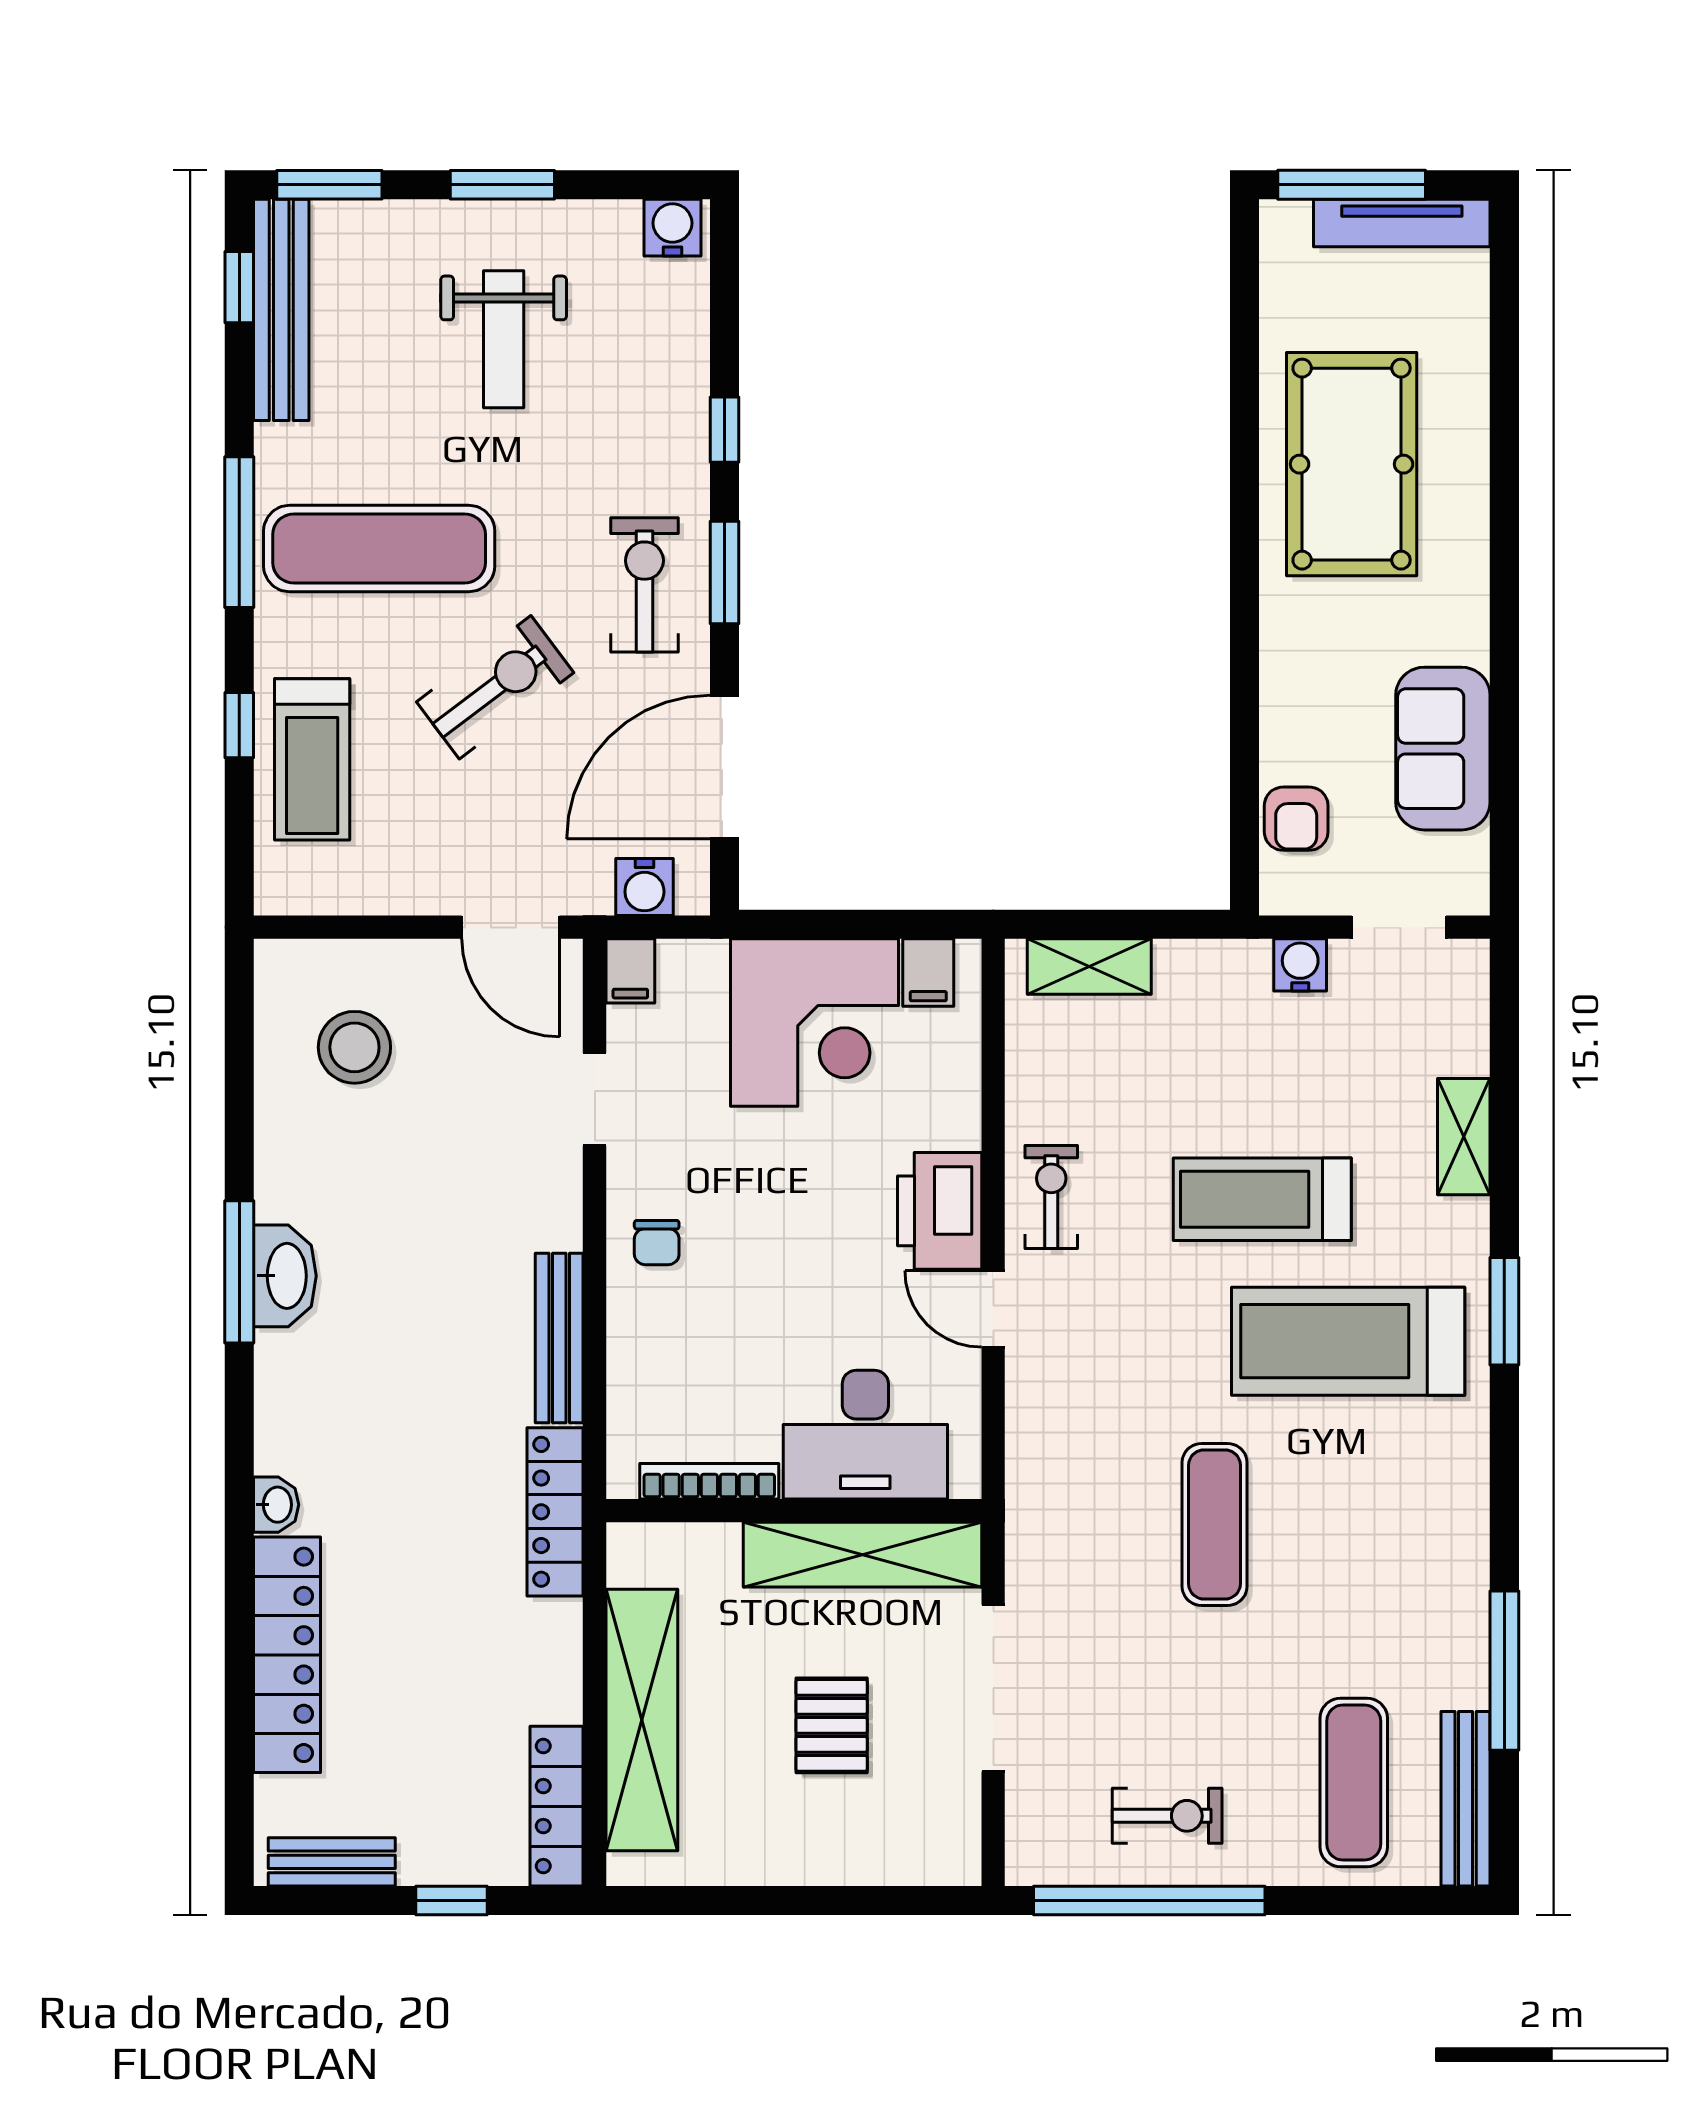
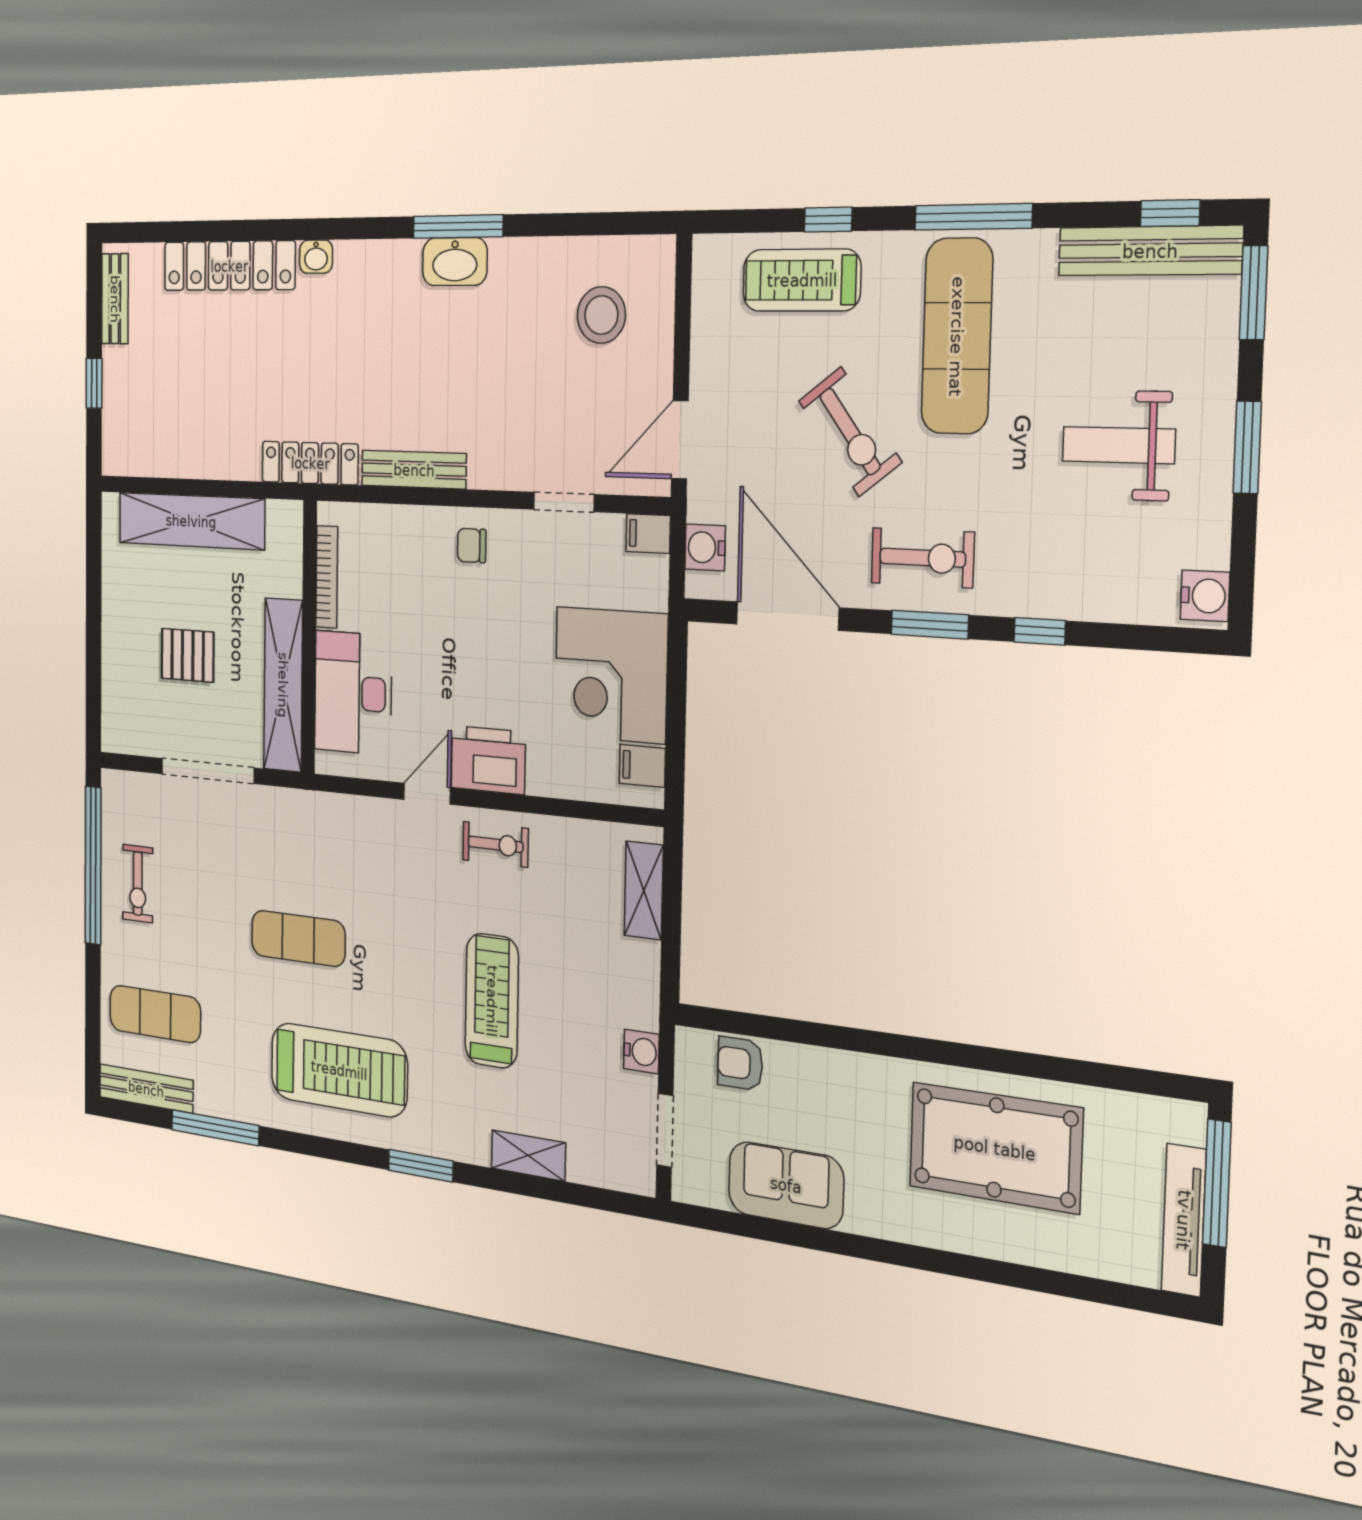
treadmill: (1348, 1341) -> (339, 1070), moved, turned 90
locker: (557, 1806) -> (144, 458), removed

